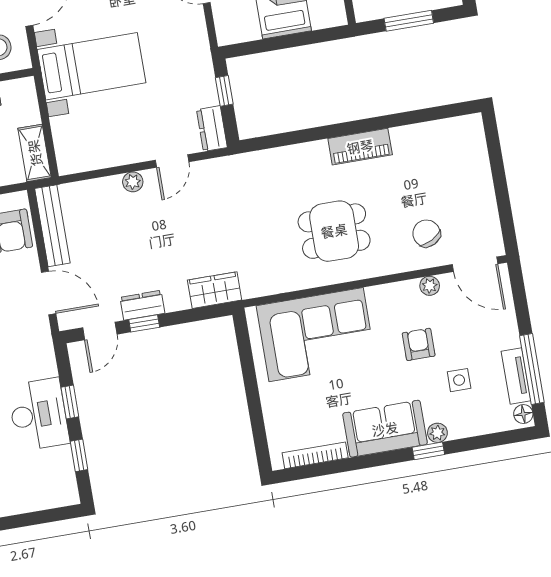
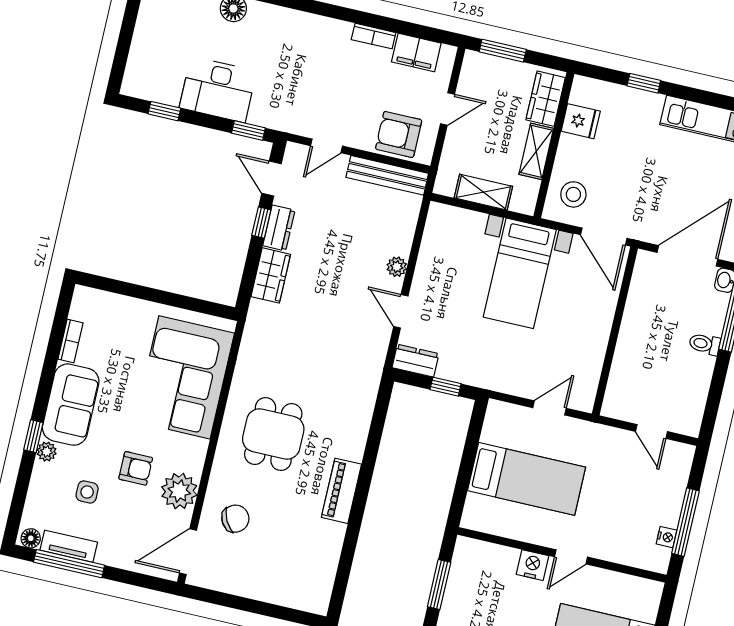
shelving: (35, 153) -> (483, 192), moved
plant: (430, 286) -> (179, 491), width x1.87, depth x1.87
wardrobe: (215, 290) -> (271, 275), moved
door: (49, 293) -> (327, 146), width x0.73
window: (70, 402) -> (248, 130), moved
bookcase: (315, 455) -> (71, 341), width x0.64

